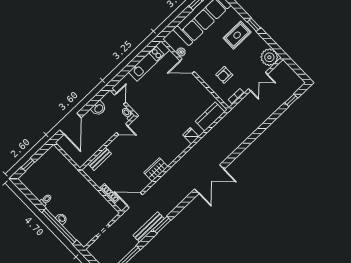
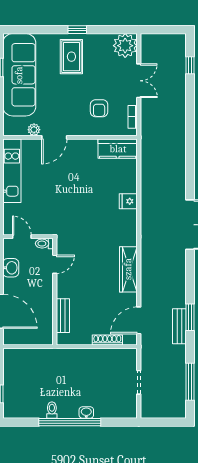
kitchen counter: (210, 117) -> (118, 149), moved, turned -90
wardrobe: (156, 170) -> (128, 269), width x1.50
window: (59, 226) -> (70, 422), moved
bench: (149, 227) -> (179, 326), width x0.73

